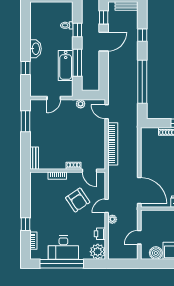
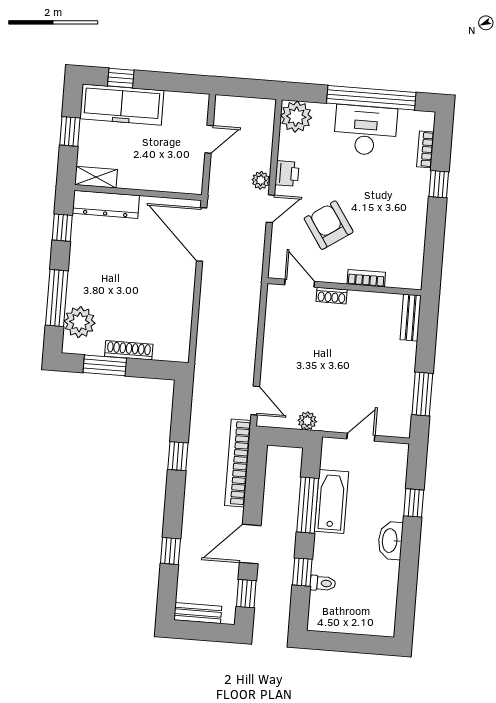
window: (142, 82) -> (178, 456), width x0.32
bookcase: (113, 144) -> (238, 463), moved
printer: (100, 234) -> (287, 173), moved
boiler: (156, 253) -> (178, 104), removed

